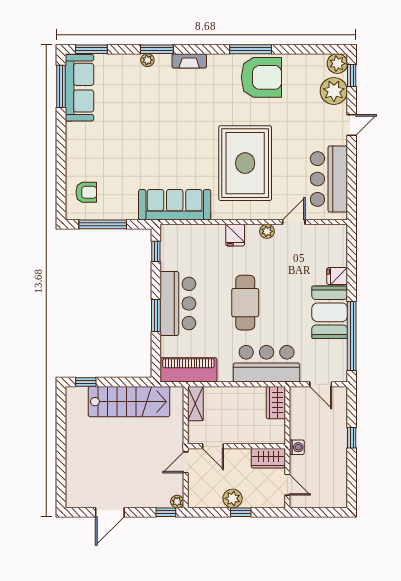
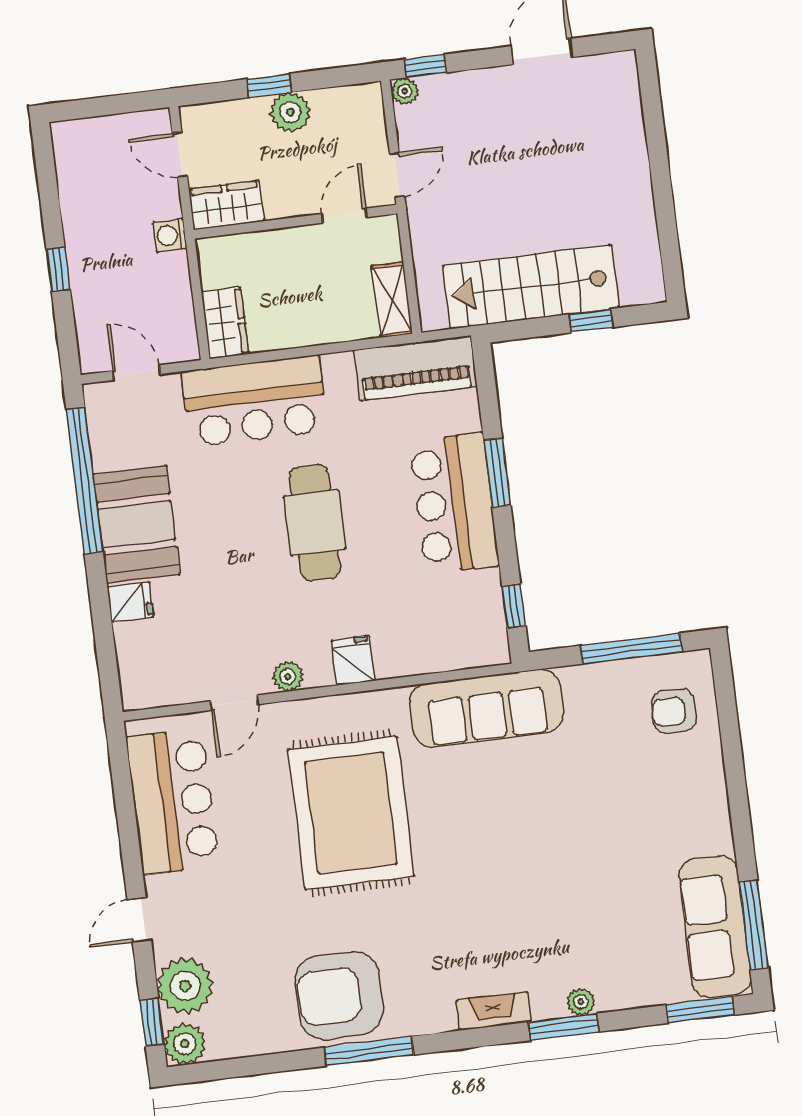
window: (86, 382) -> (591, 321), moved
door: (213, 446) -> (344, 216), hinge flipped

